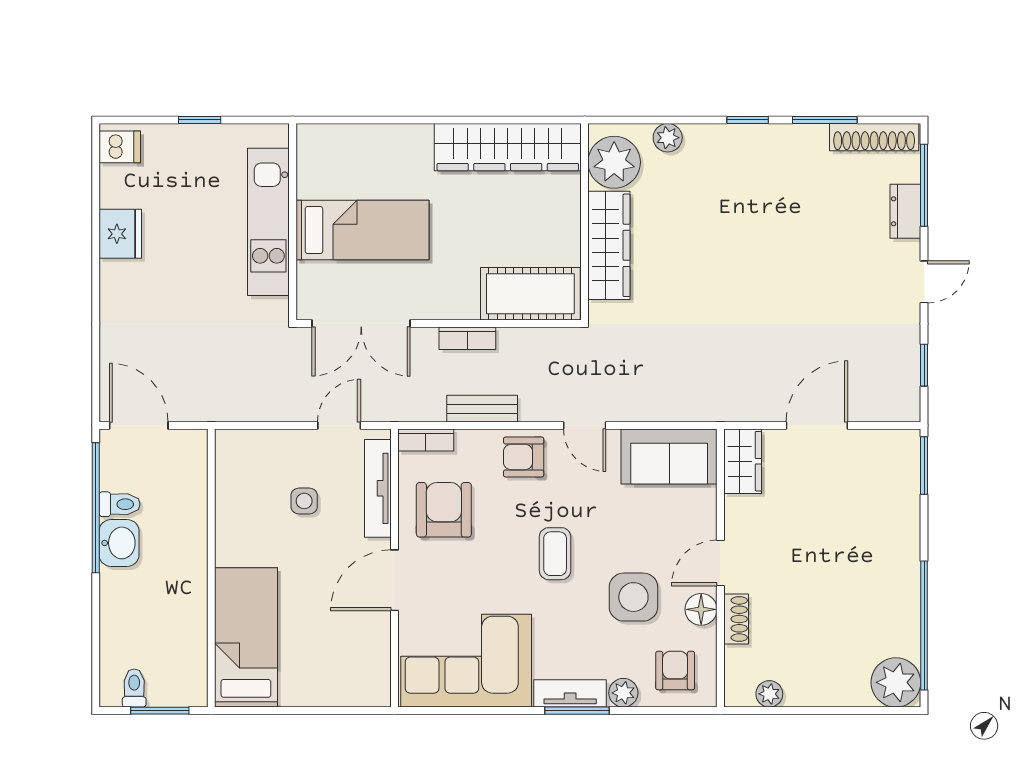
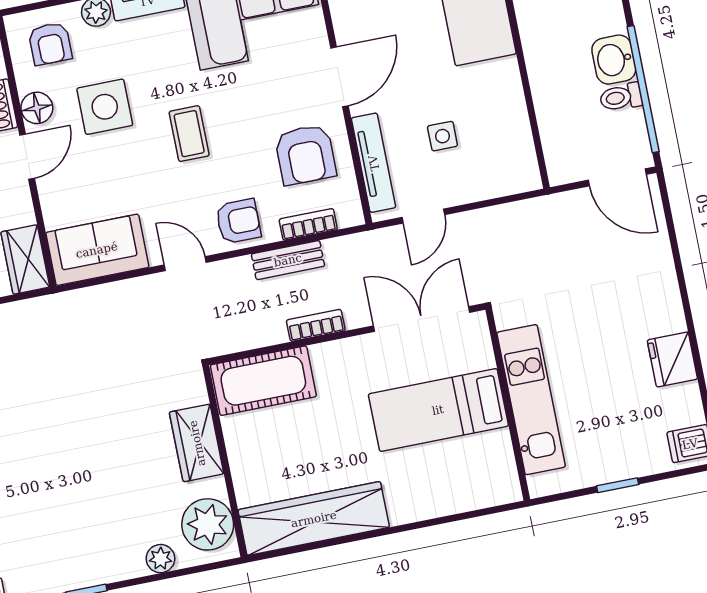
wardrobe: (609, 245) -> (197, 443), width x0.67
bookcase: (426, 440) -> (308, 224), moved

